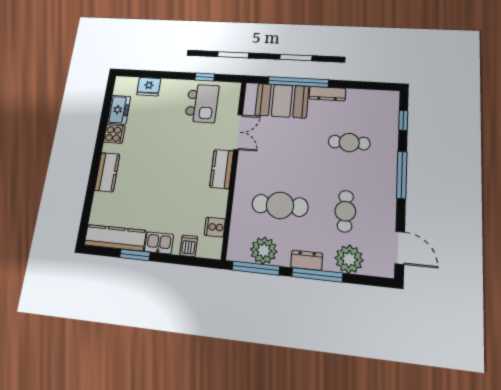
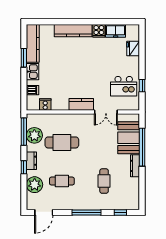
kitchen counter: (107, 172) -> (73, 31), width x1.50
cafe table: (280, 205) -> (62, 142), turned 90
window: (317, 275) -> (24, 167), width x0.46

